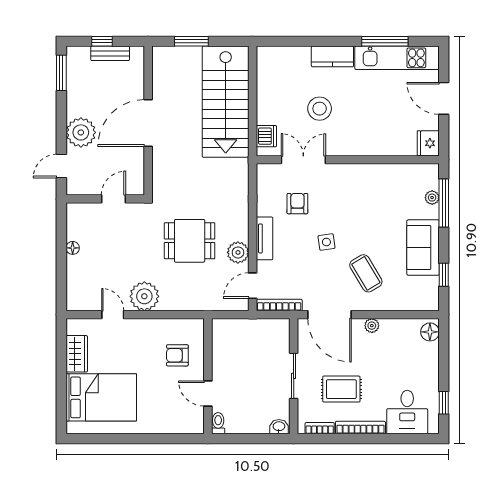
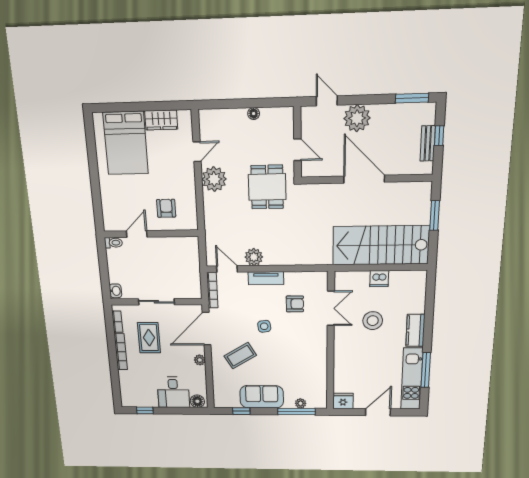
dishwasher: (266, 136) -> (379, 279), moved
dining table: (190, 241) -> (267, 187), moved
desk: (407, 412) -> (173, 392), moved, turned -90

